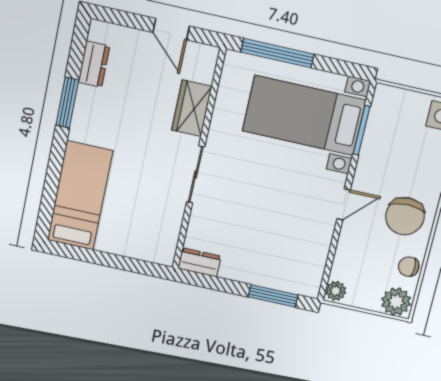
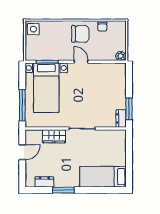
window: (273, 296) -> (129, 109), moved
plant: (396, 302) -> (119, 28), removed

